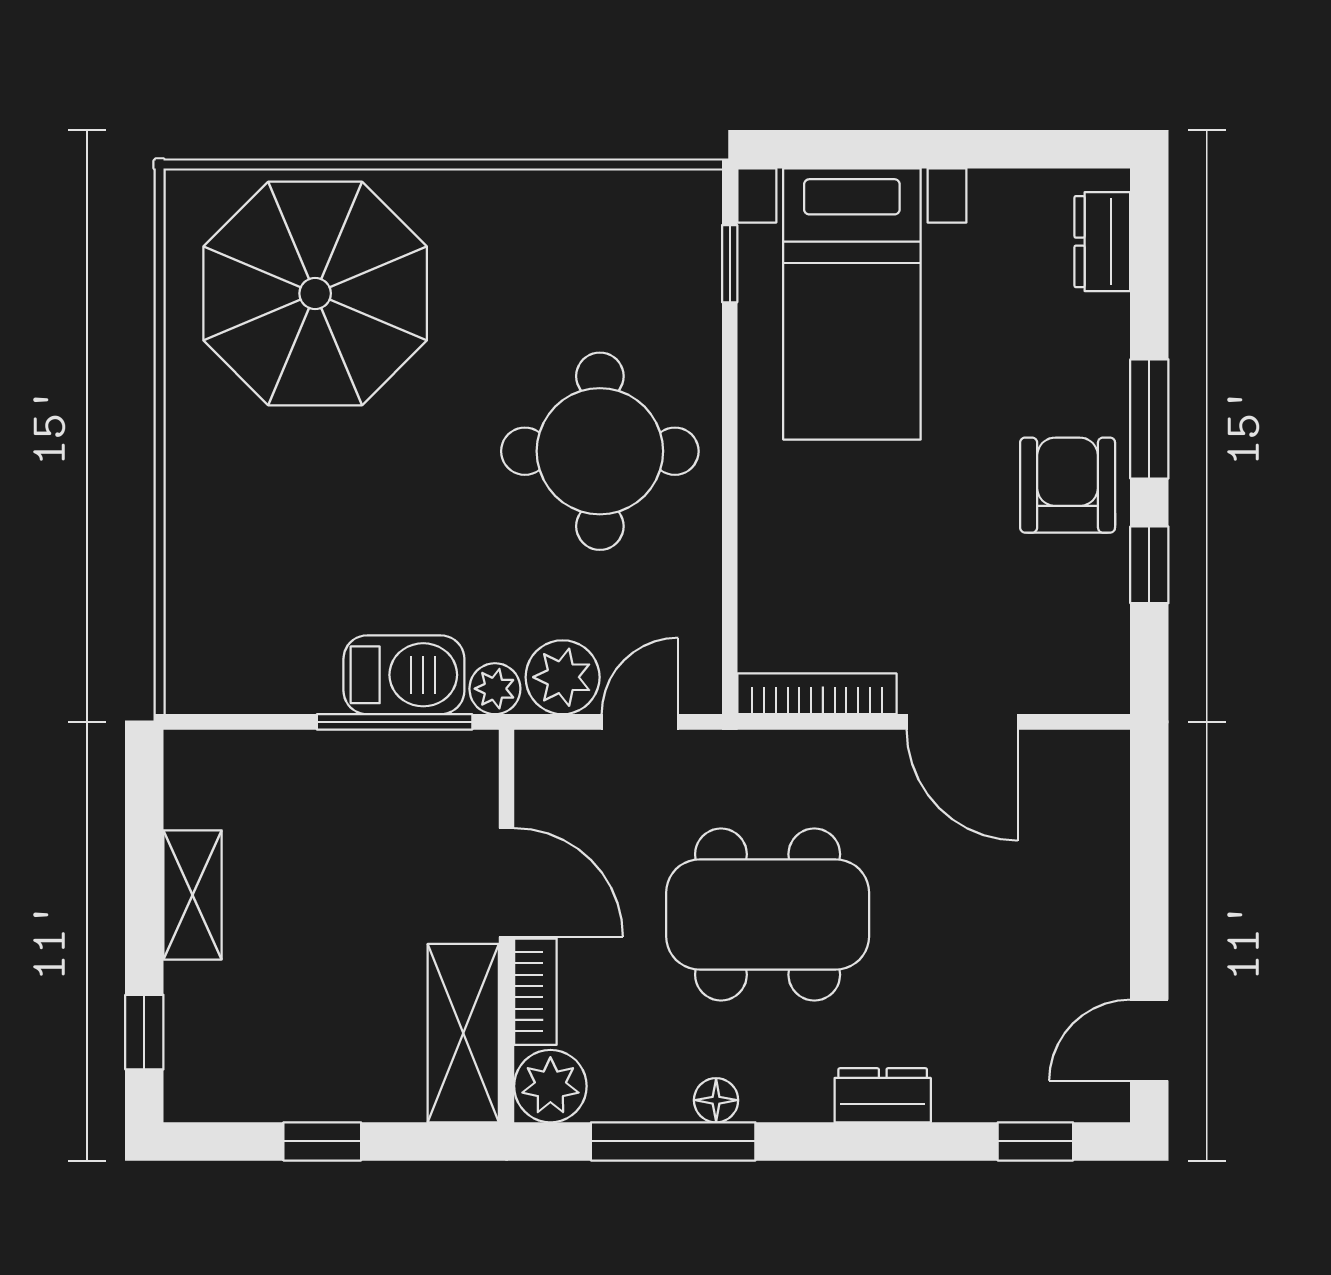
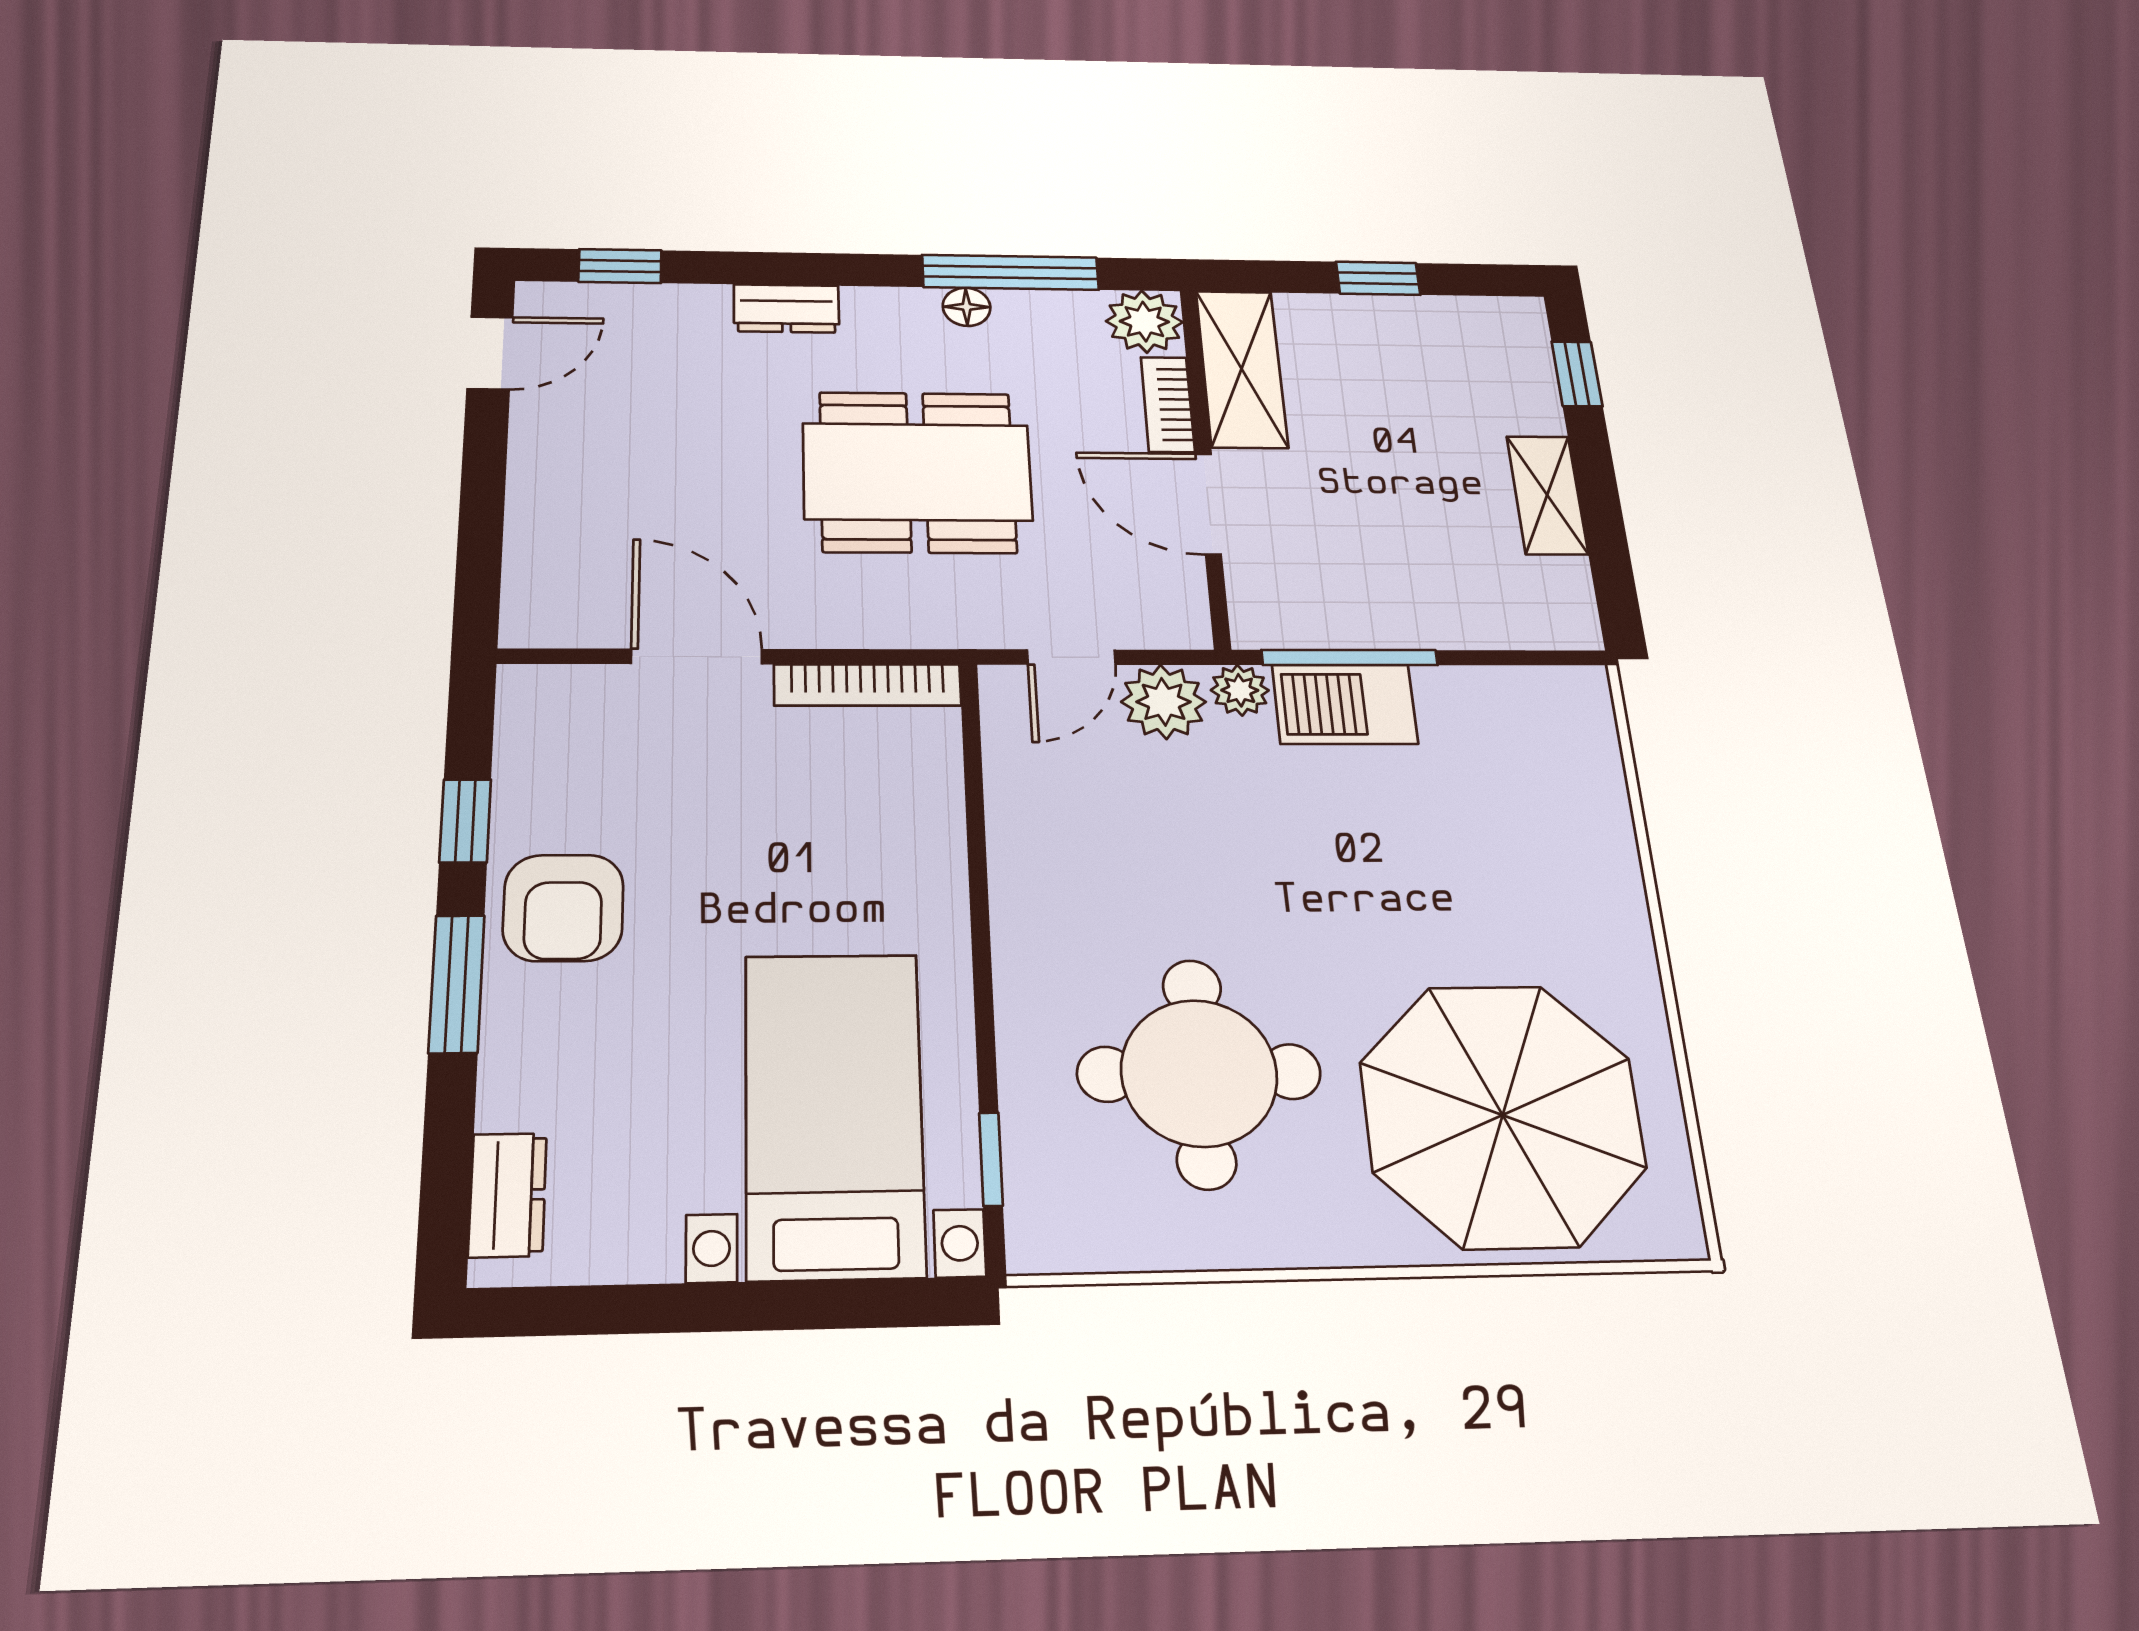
round table: (600, 451) -> (1199, 1073), moved

